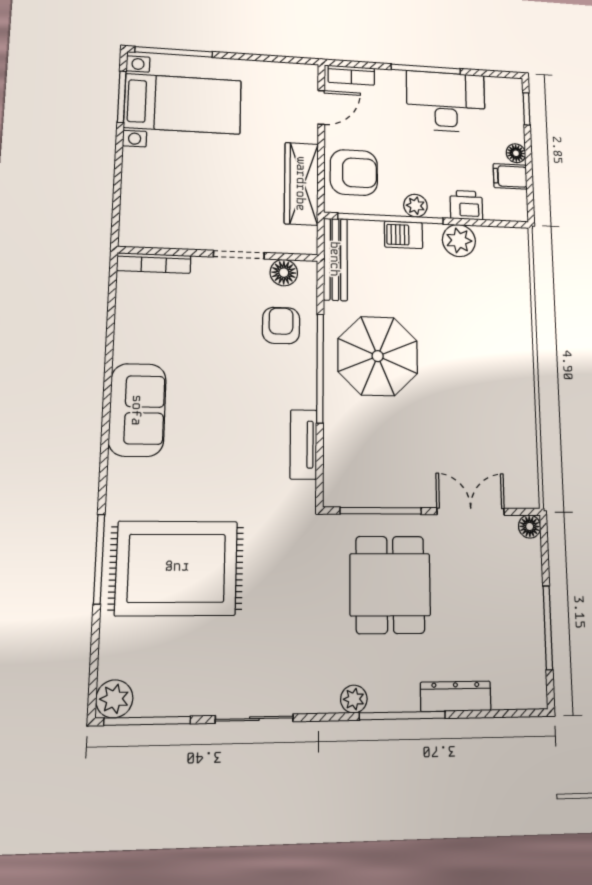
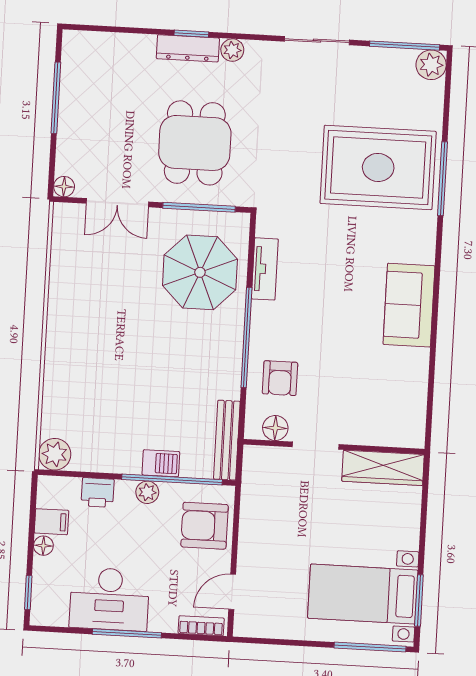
wardrobe: (301, 184) -> (383, 468), moved, turned 90
plant: (459, 240) -> (55, 454), moved
bookcase: (154, 263) -> (392, 439), removed
parasol: (378, 356) -> (200, 272), moved
dresser: (456, 696) -> (188, 48), moved
window: (402, 716) -> (191, 34), width x0.46

